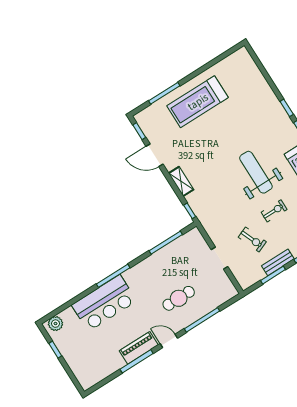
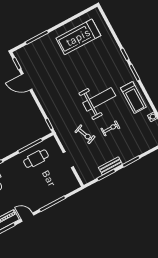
treadmill: (198, 102) -> (78, 37), moved
weight bench: (256, 172) -> (99, 99), turned 90
shelving: (181, 181) -> (44, 102), removed
exercise bike: (252, 239) -> (85, 134), moved
cafe table: (179, 298) -> (36, 159), moved

